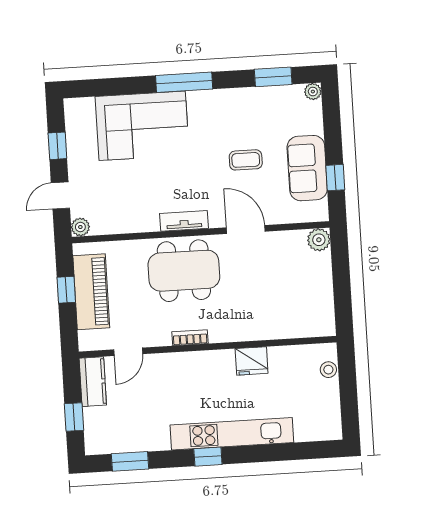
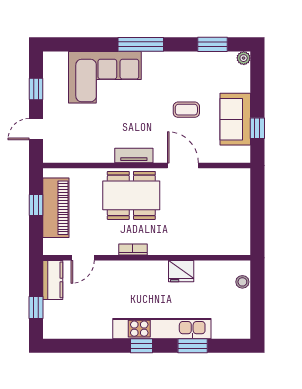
plant: (80, 227) -> (50, 155), removed
plant: (319, 240) -> (241, 177), removed
window: (130, 461) -> (193, 346), moved

